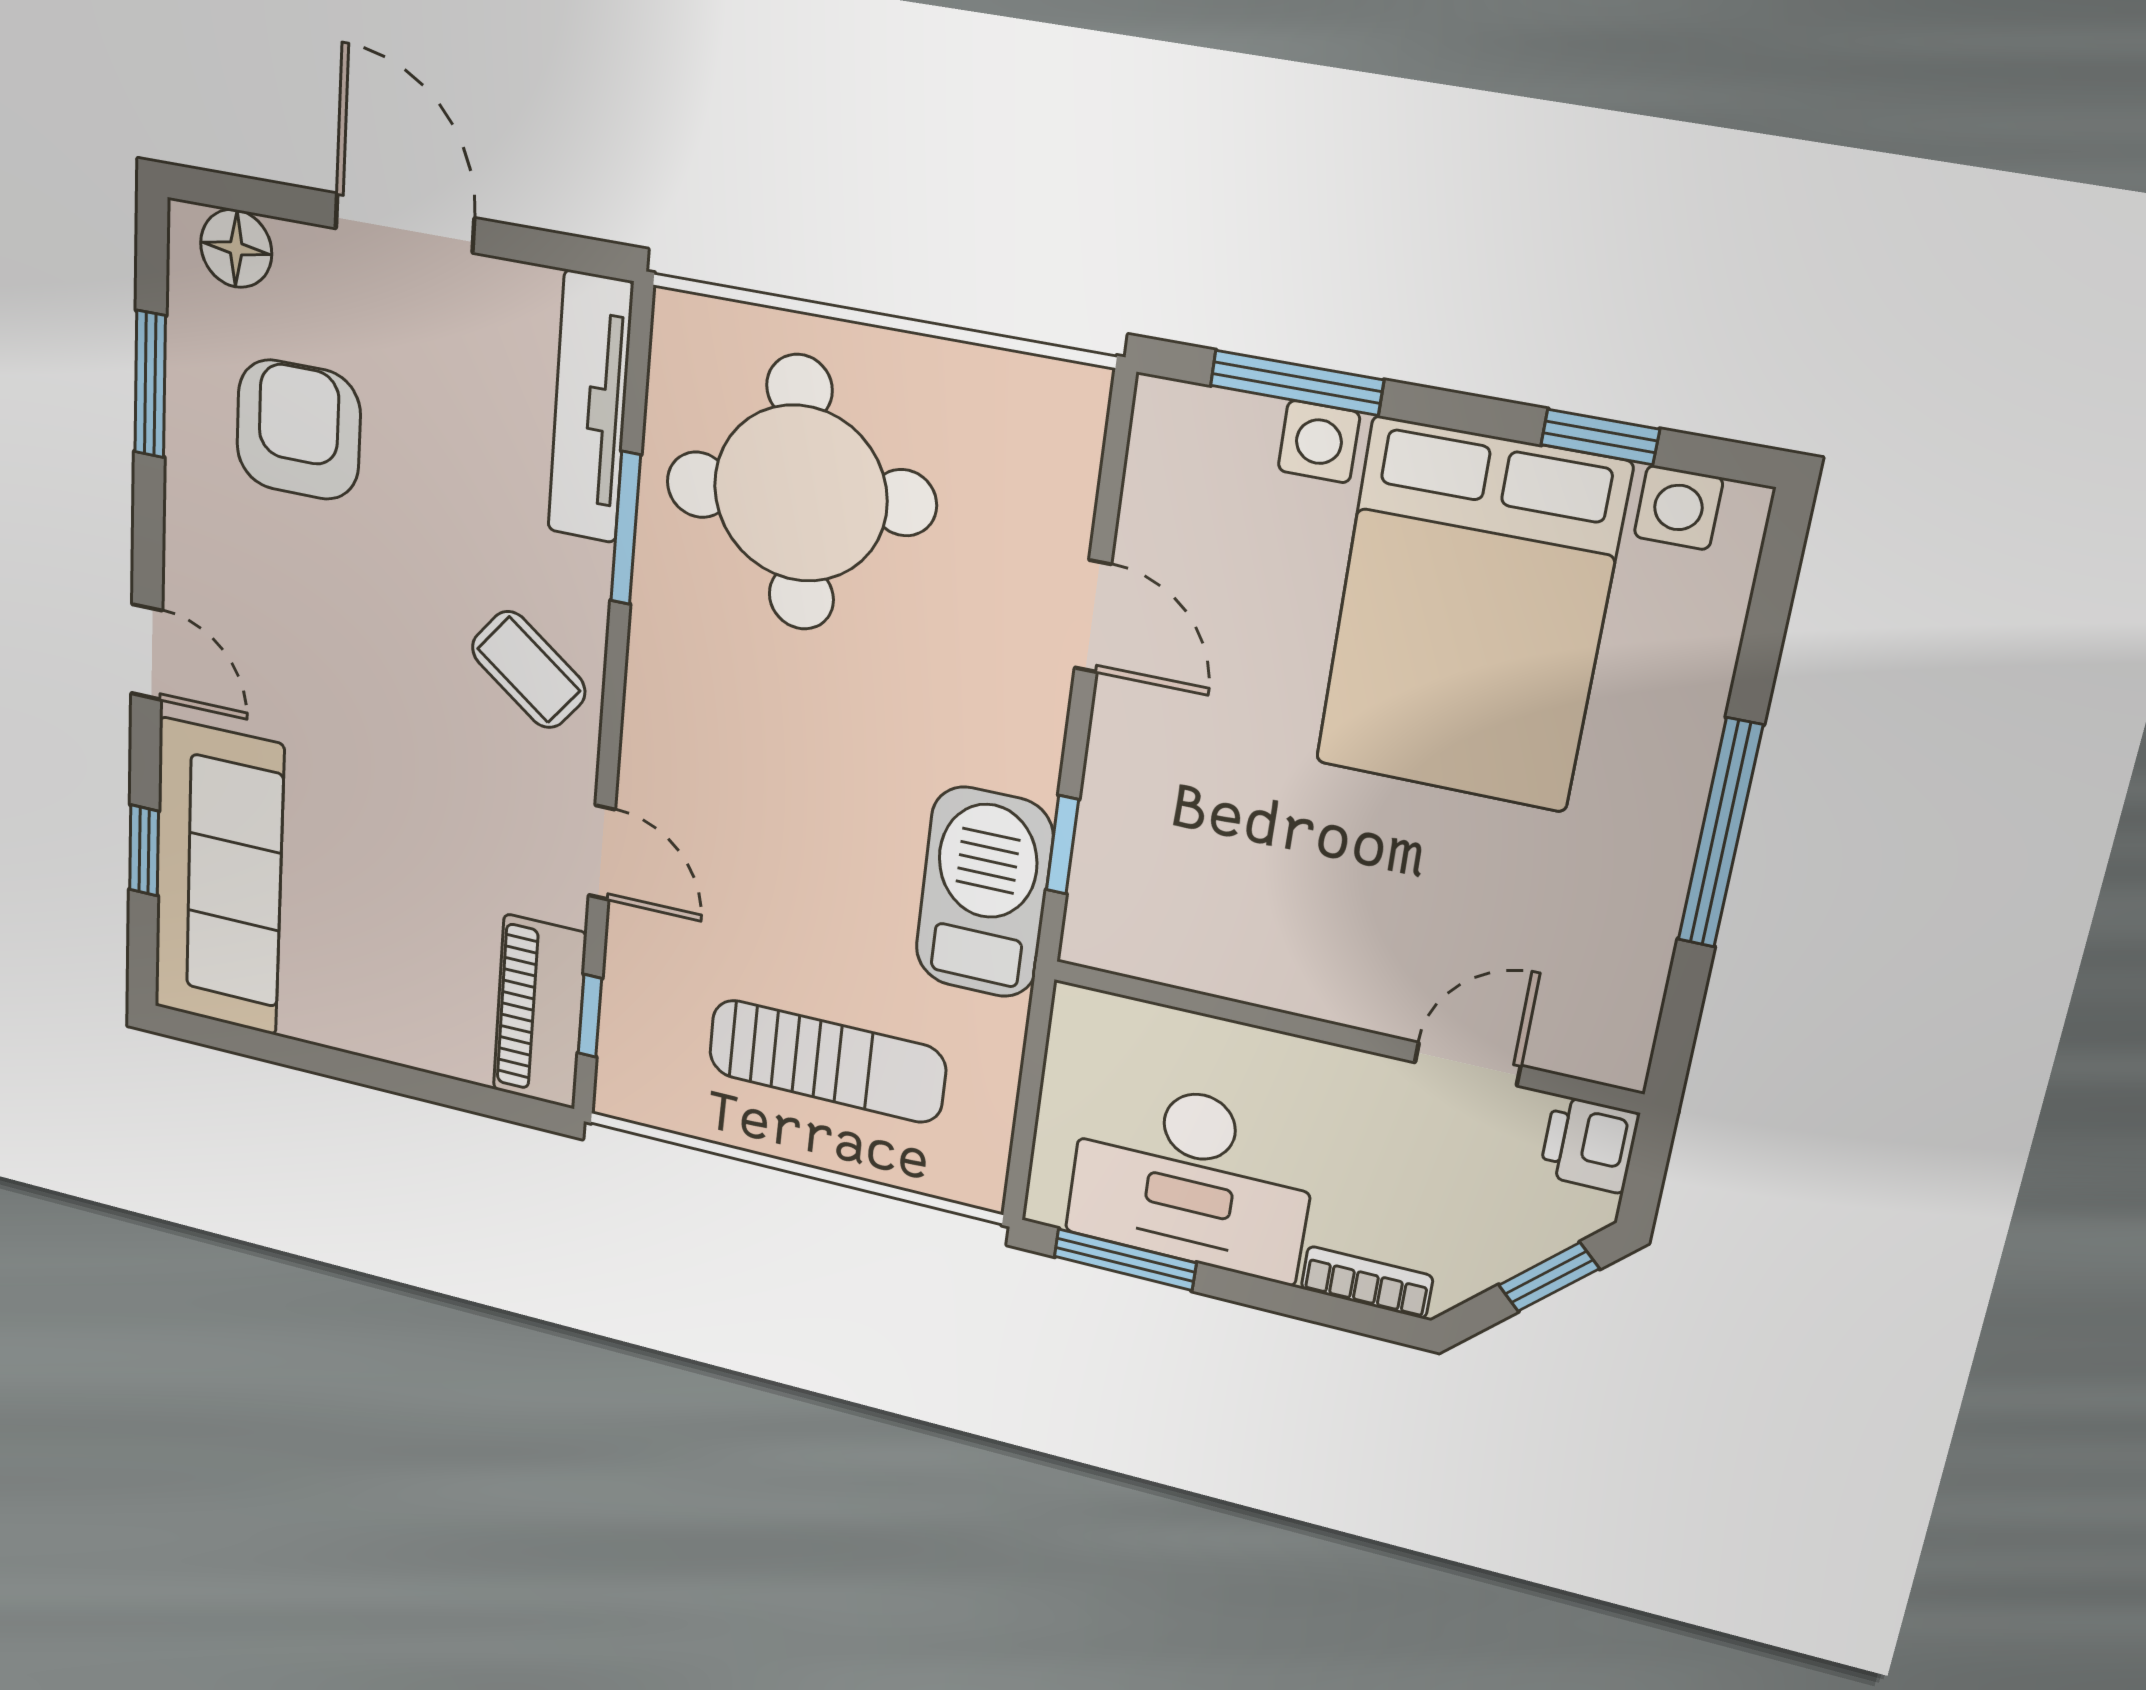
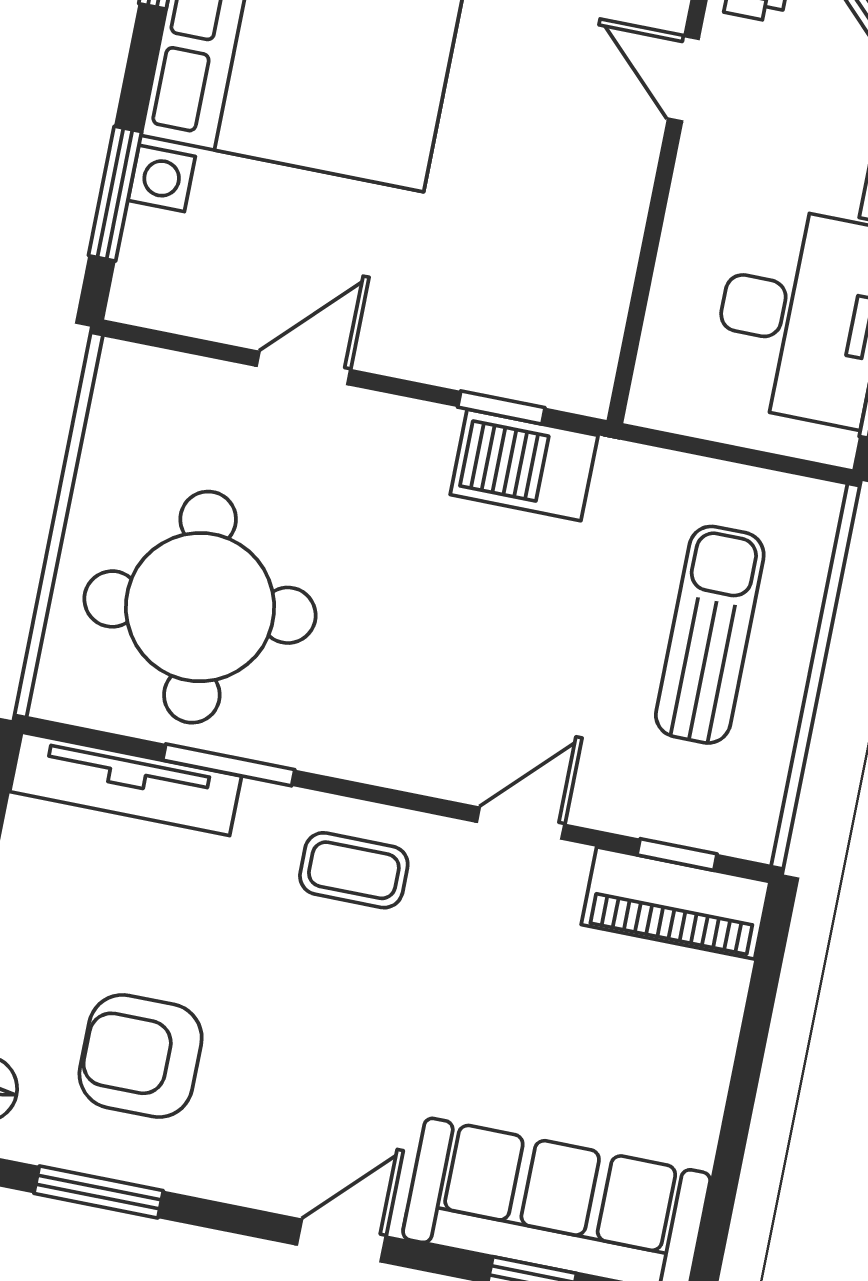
coffee table: (529, 670) -> (354, 870), turned 52
barbecue: (984, 893) -> (524, 465), width x0.73, depth x0.83

